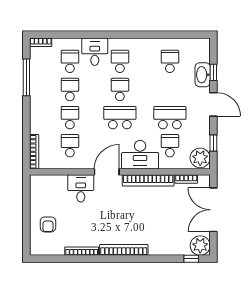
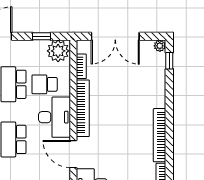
plant: (200, 246) -> (160, 46), width x0.53, depth x0.53

